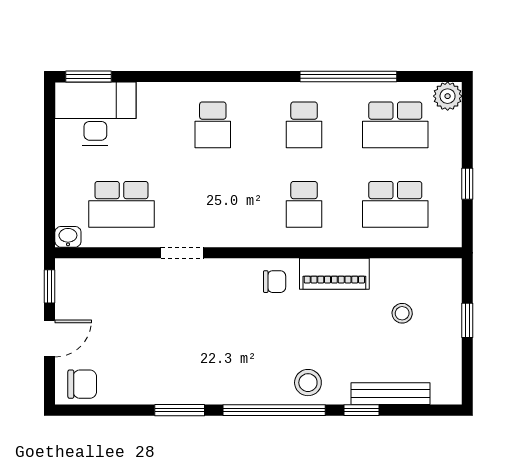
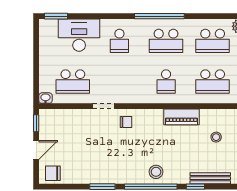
window: (348, 76) -> (159, 16), moved
desk: (95, 114) -> (79, 35), moved
school desk: (304, 125) -> (166, 41), width x1.85
chair: (275, 282) -> (126, 122), moved
stool: (308, 383) -> (156, 172), moved
chair: (82, 384) -> (53, 173), turned 180

